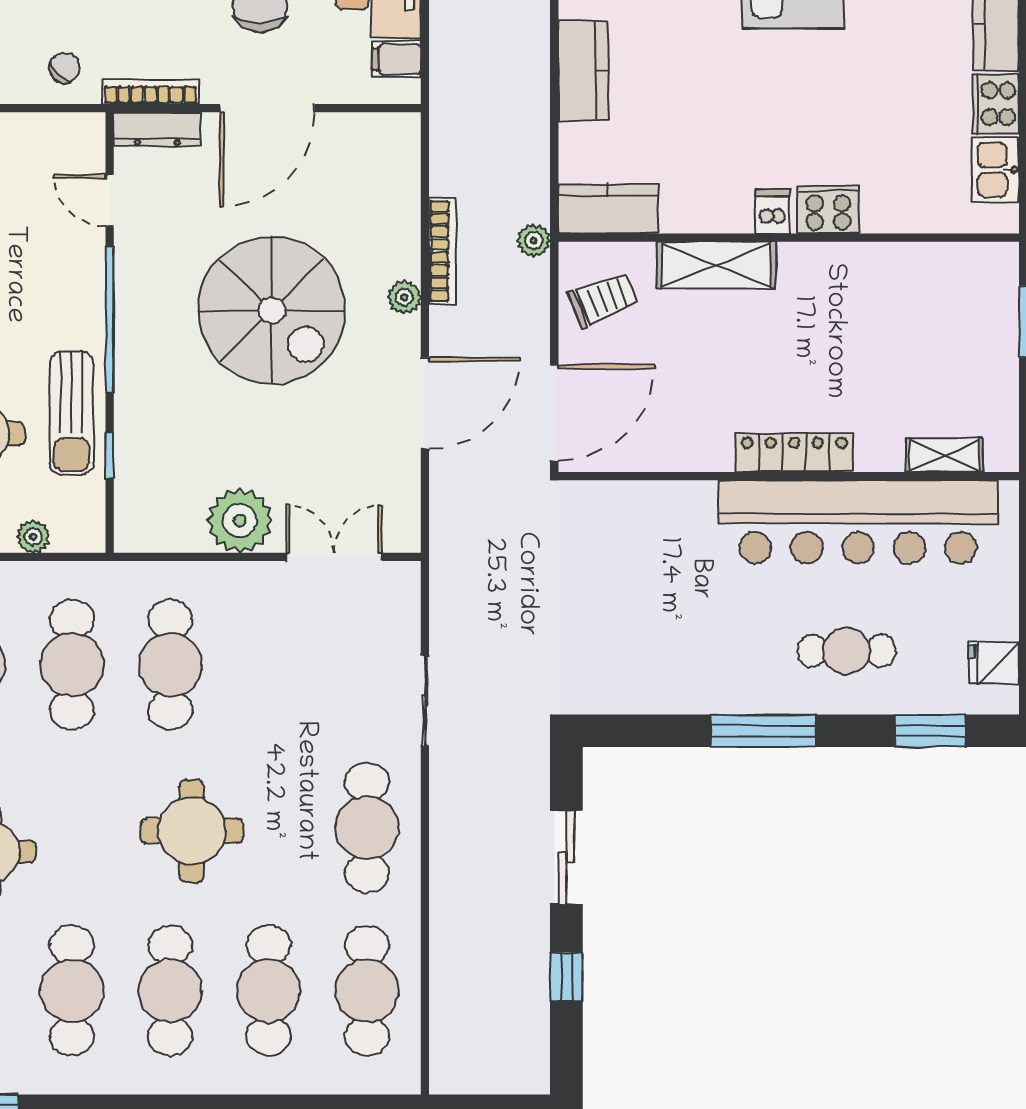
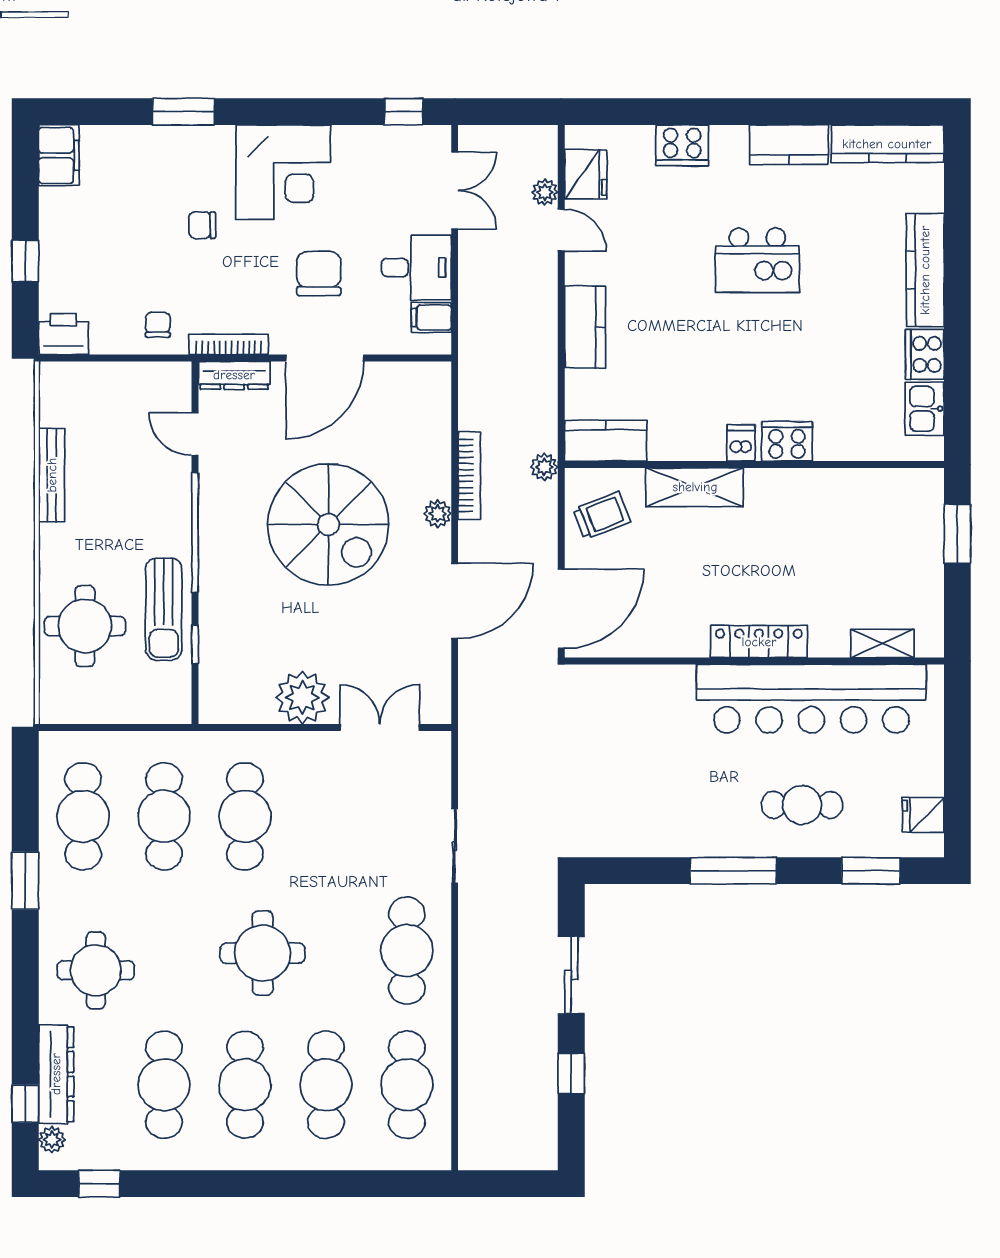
chair: (64, 68) -> (158, 325), turned -46
plant: (33, 537) -> (132, 711), removed

